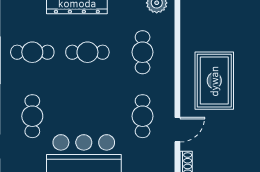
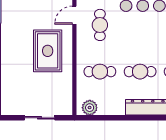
cafe table: (143, 52) -> (100, 72), turned 90

